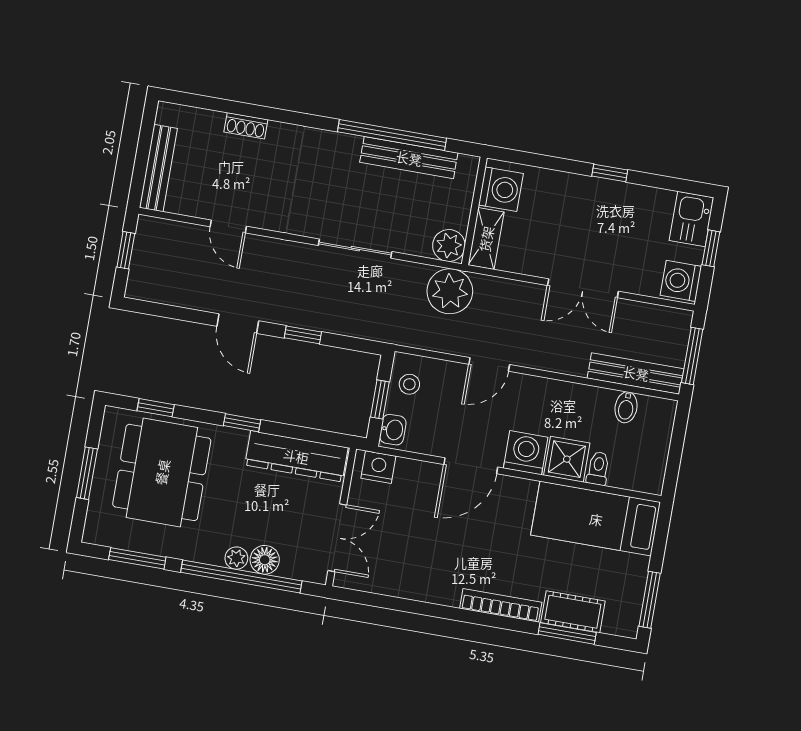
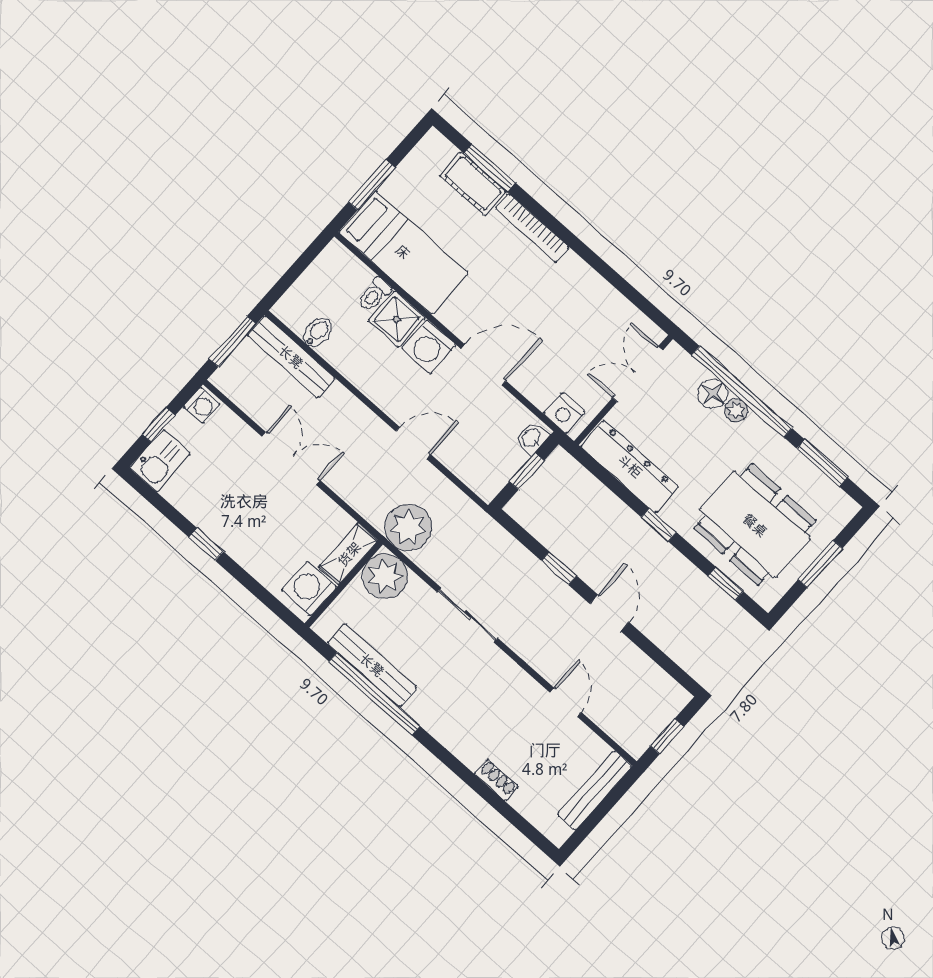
plant: (449, 246) -> (385, 576), width x1.36, depth x1.36
washing machine: (681, 281) -> (202, 406), width x0.73, depth x0.73
stool: (409, 384) -> (493, 468), removed
dining table: (162, 472) -> (755, 525), turned 90
window: (650, 600) -> (372, 185), moved

